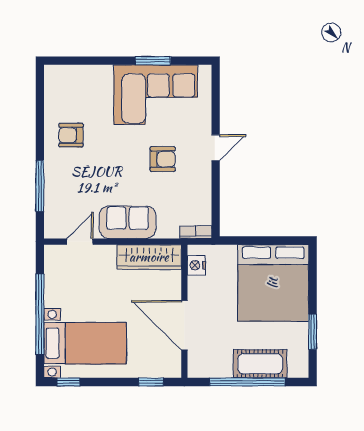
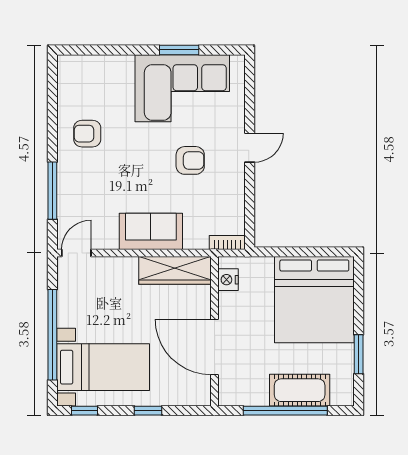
door: (80, 242) -> (76, 253), moved
window: (151, 382) -> (148, 411), moved

